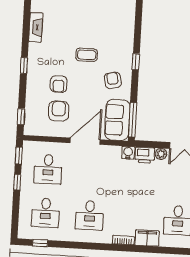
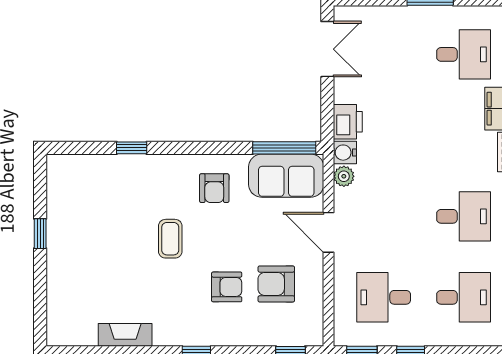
window: (136, 62) -> (132, 148), moved
armchair: (113, 80) -> (214, 188), turned -77
door: (85, 141) -> (329, 232), width x0.73
plant: (161, 154) -> (344, 176), moved
desk: (48, 169) -> (384, 297), turned 180

